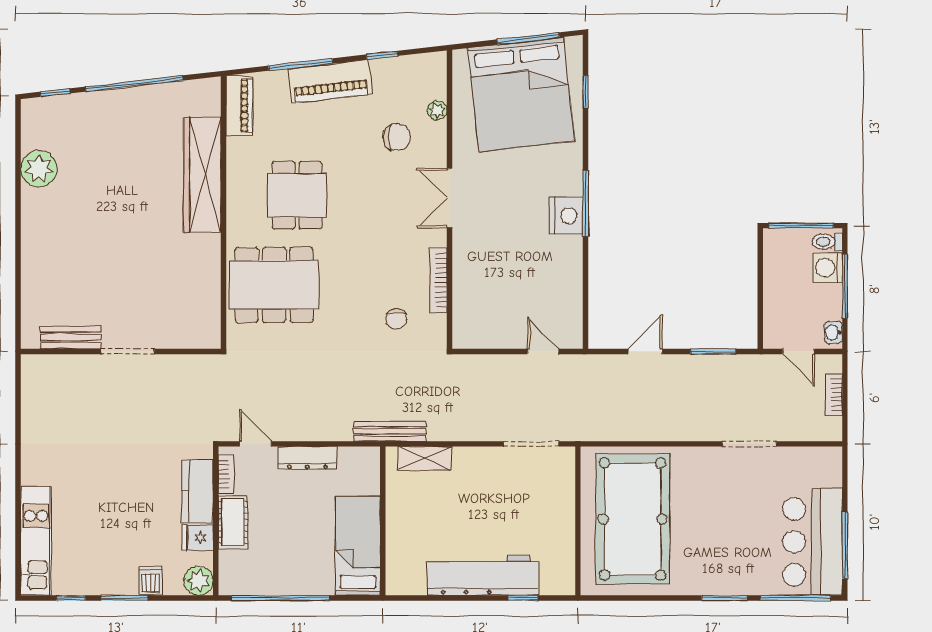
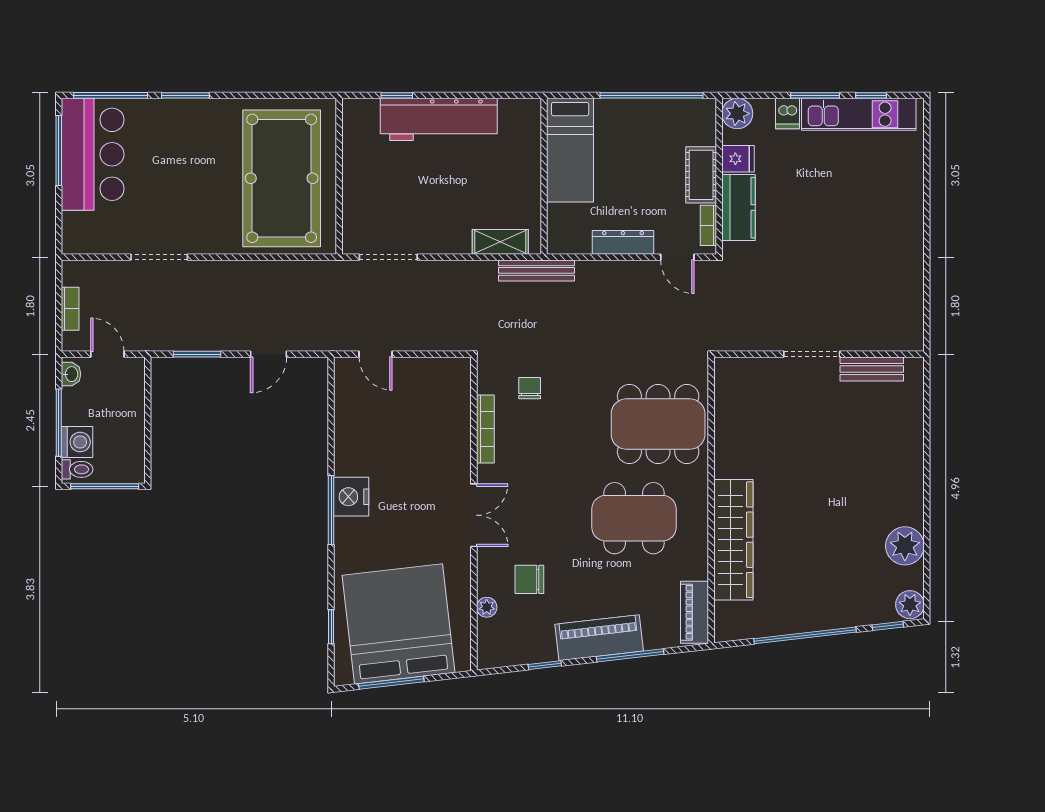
plant: (34, 113) -> (910, 605), added
dining table: (297, 195) -> (634, 518), width x1.38
kitchen unit: (36, 541) -> (859, 114), moved, turned -90

